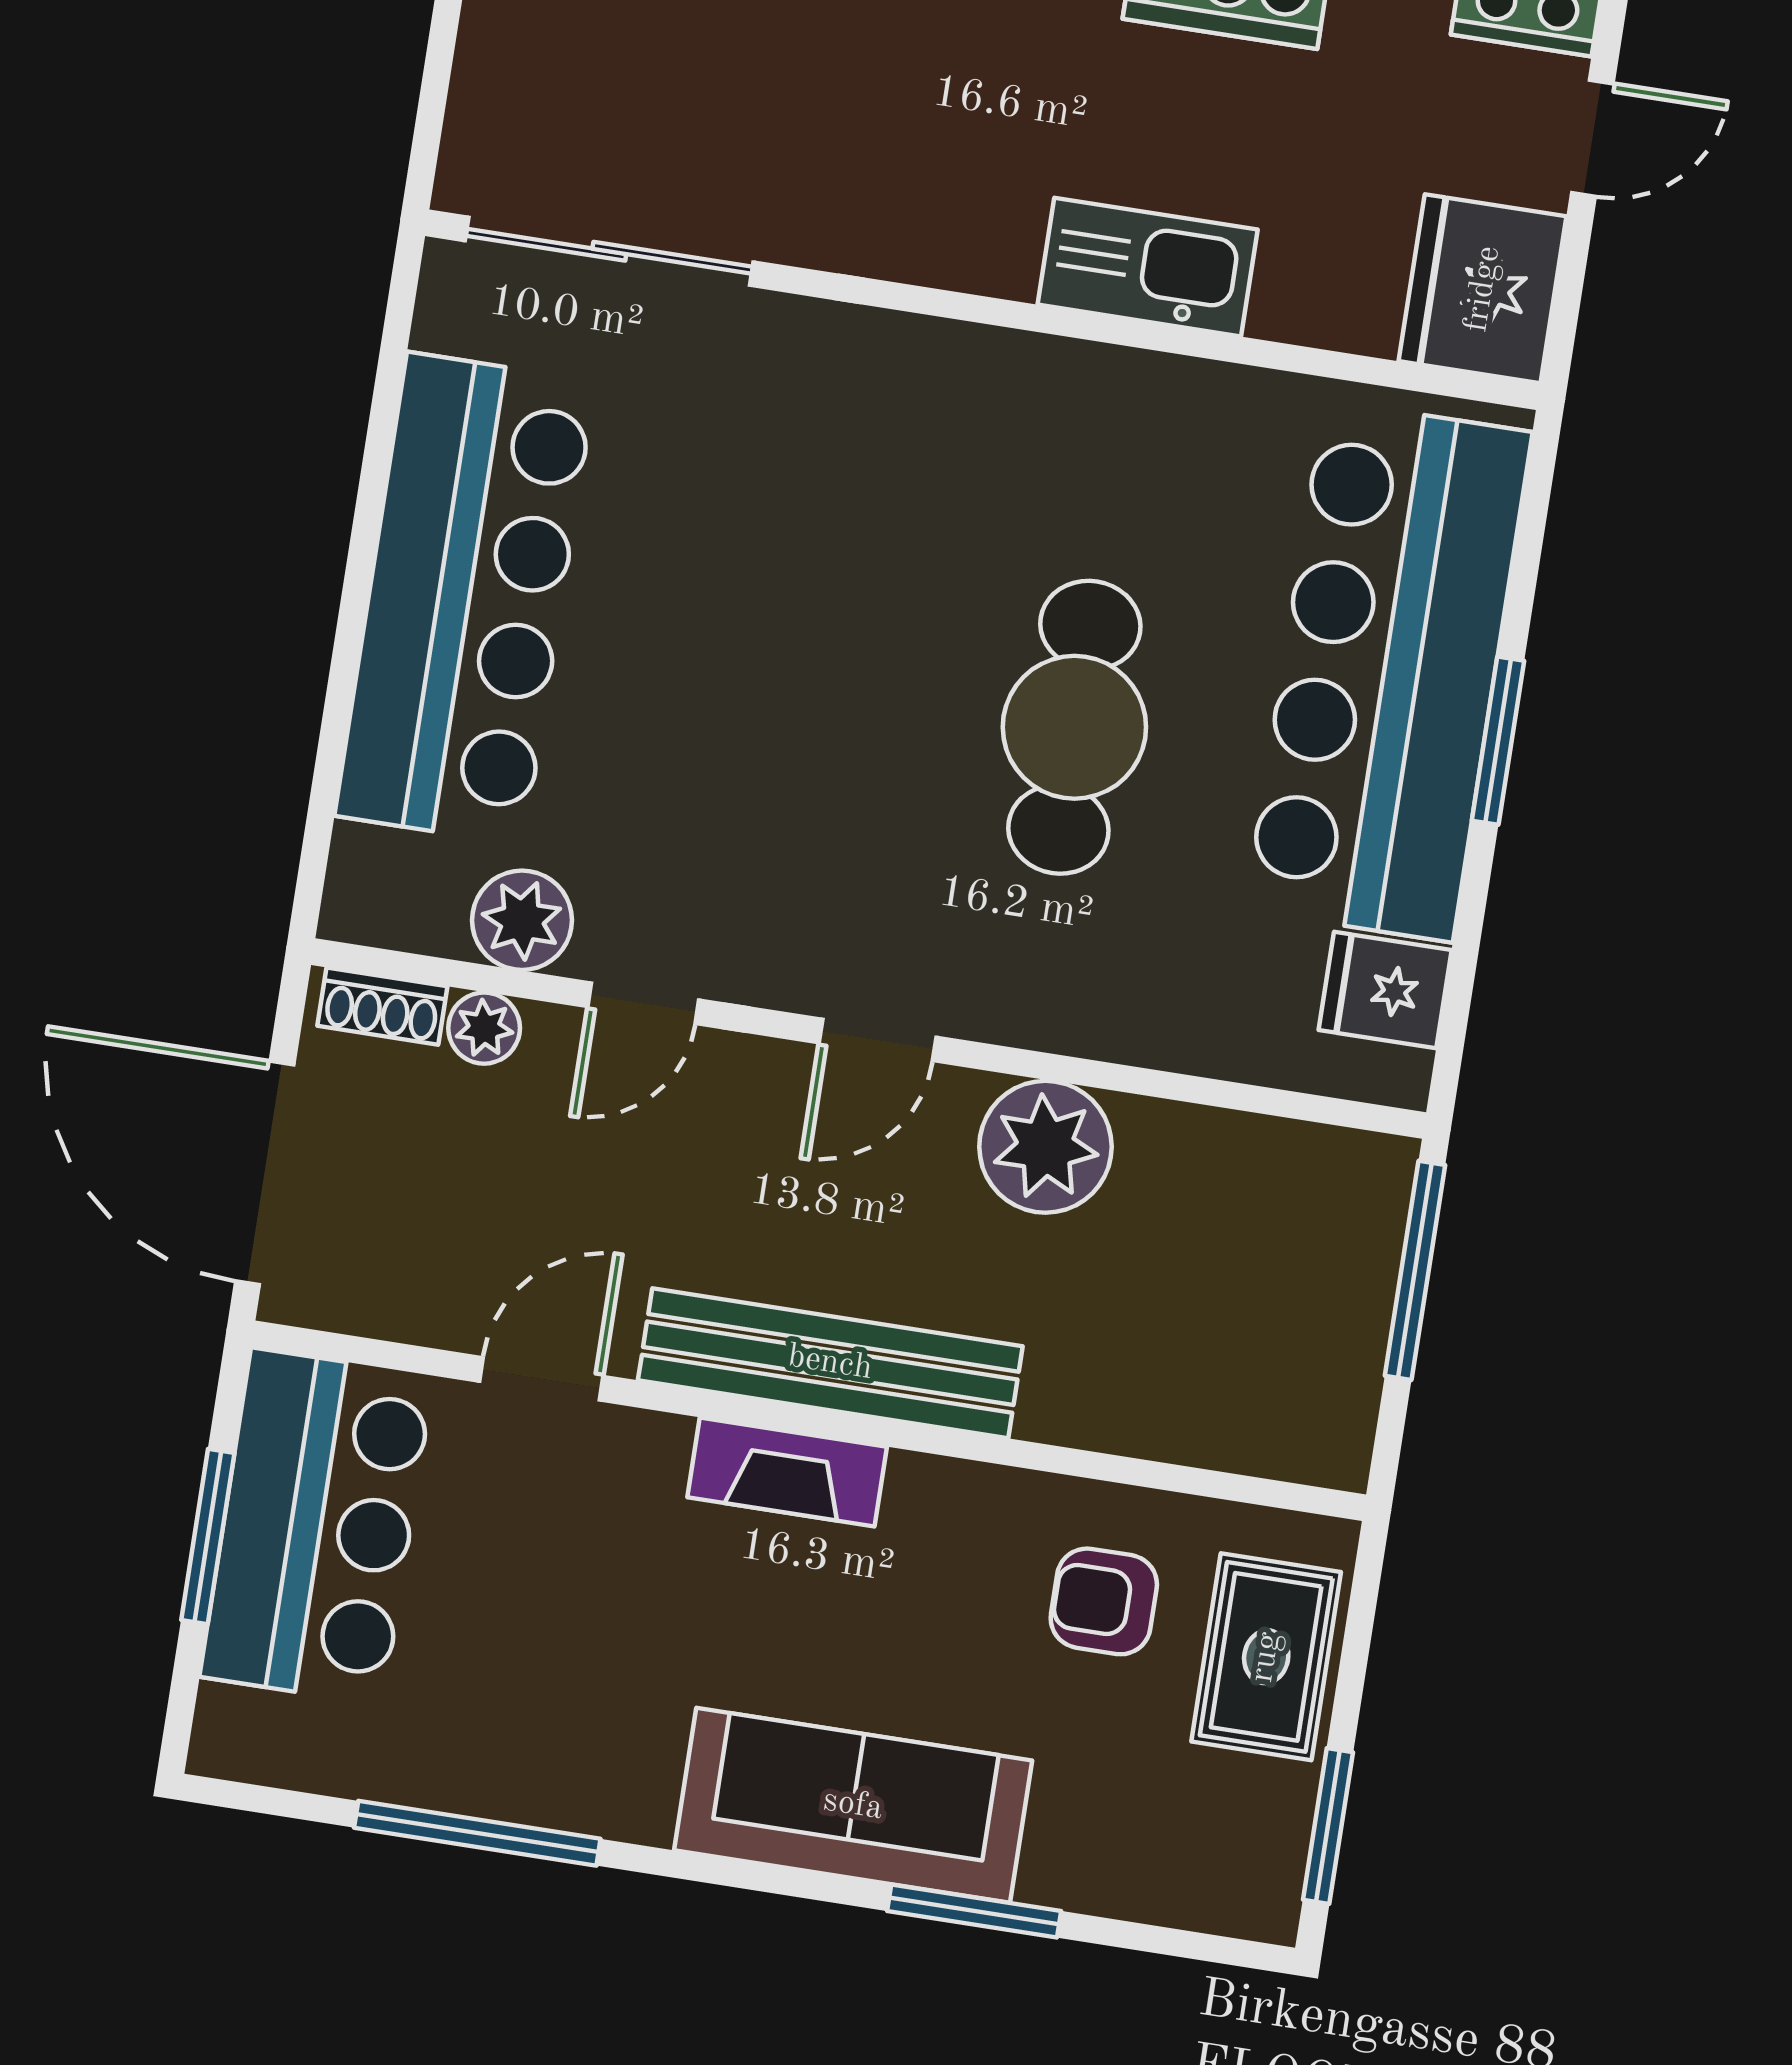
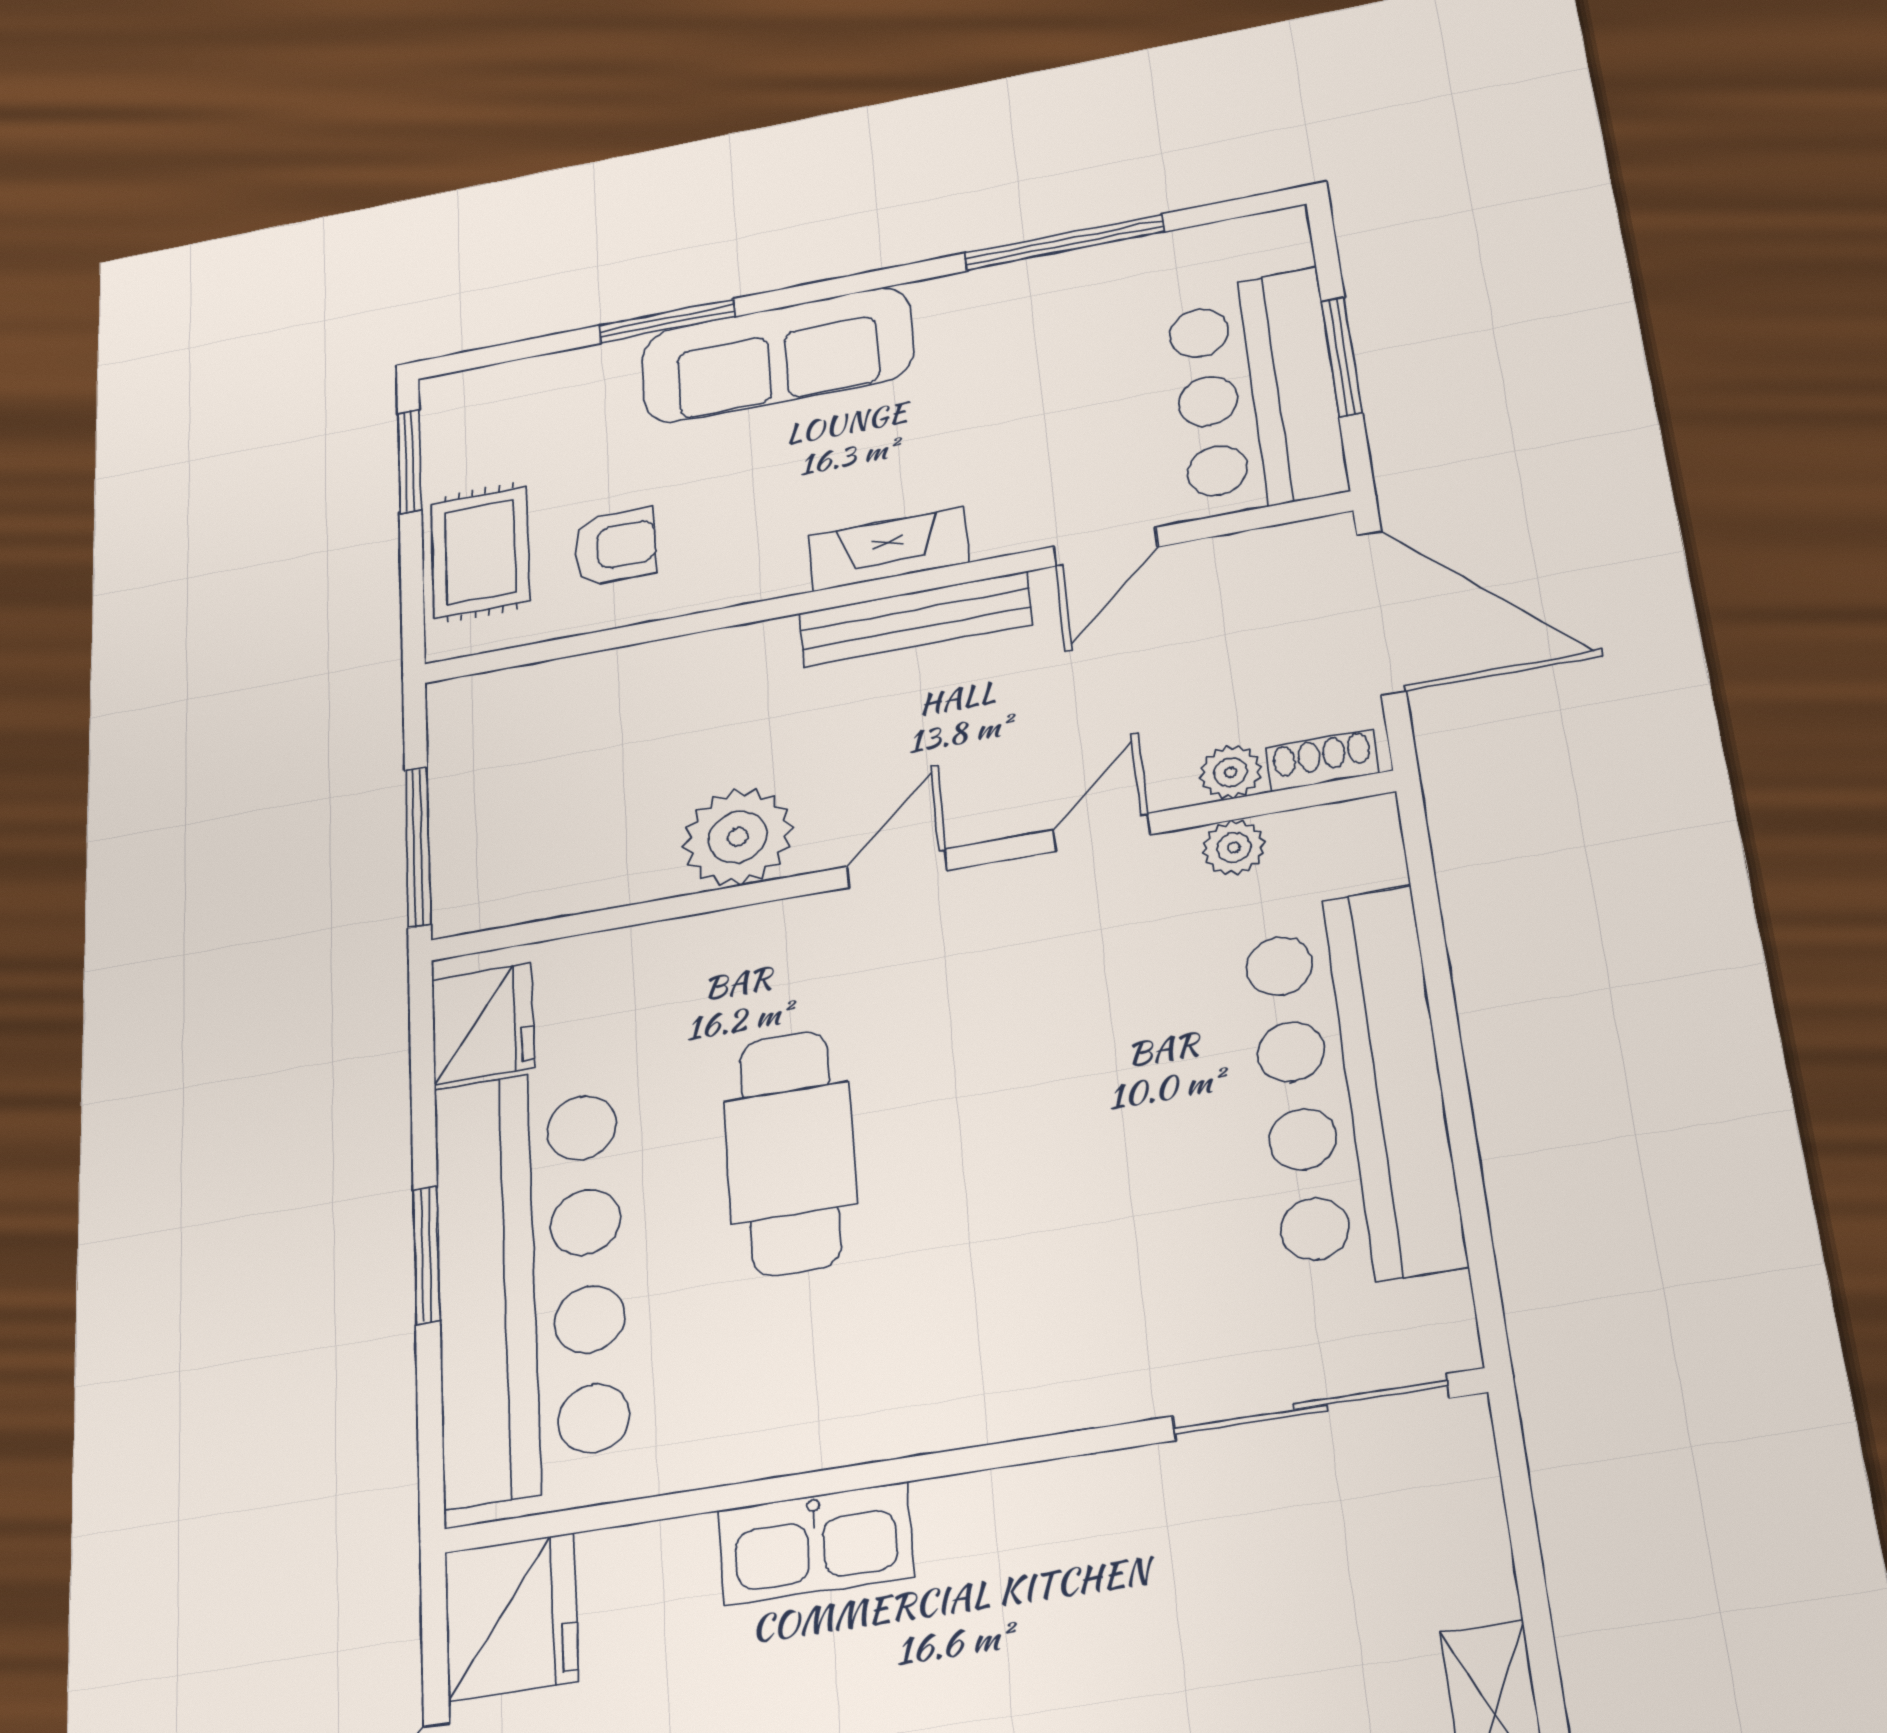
plant: (522, 920) -> (1234, 847), width x0.73, depth x0.73
fridge: (1385, 990) -> (483, 1023), width x1.38
bench: (830, 1363) -> (915, 619), width x0.73, depth x0.82

